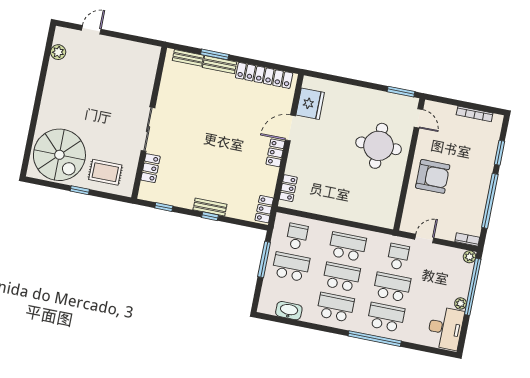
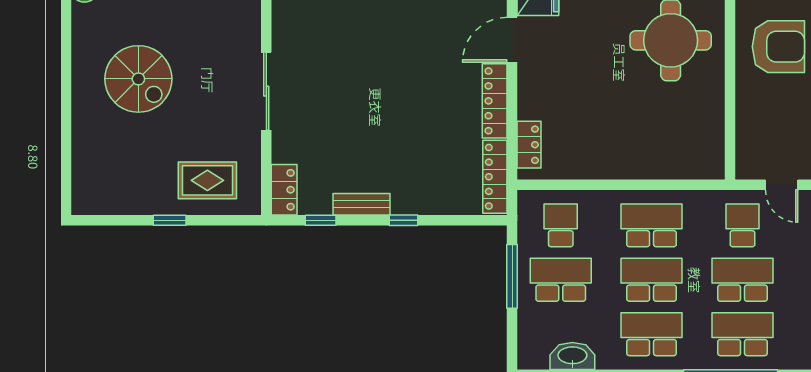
locker: (275, 153) -> (495, 101), width x1.53
spiral stairs: (59, 155) -> (138, 79), moved, width x0.73, depth x0.73
locker: (151, 168) -> (284, 190), moved
armchair: (433, 176) -> (778, 47), moved
bench: (210, 207) -> (362, 204), moved
locker: (264, 209) -> (495, 177), width x1.53
door: (424, 239) -> (782, 185), swing flipped

